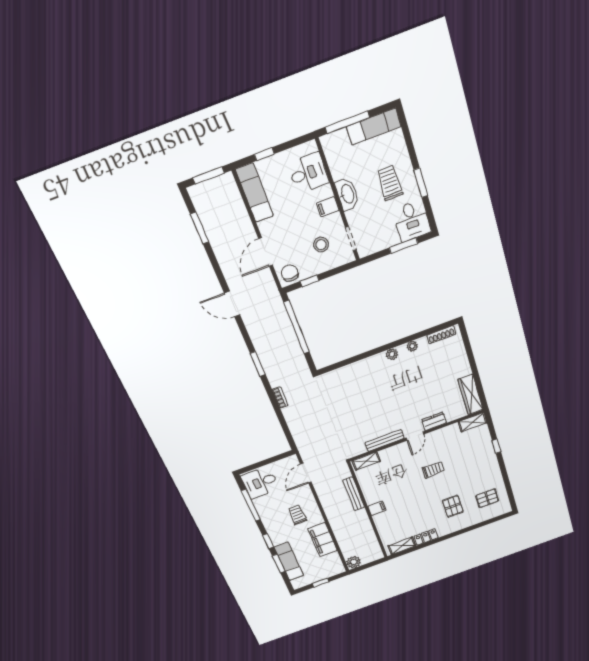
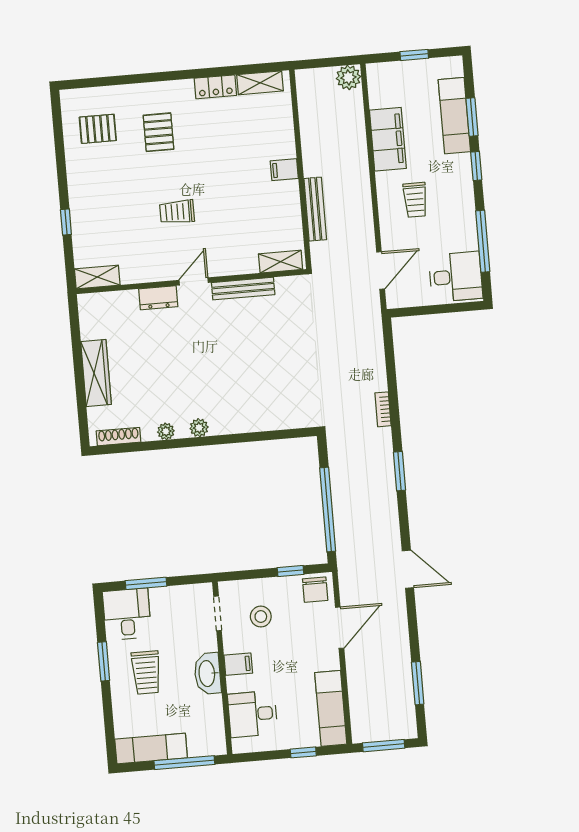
wardrobe: (470, 394) -> (96, 373), moved

